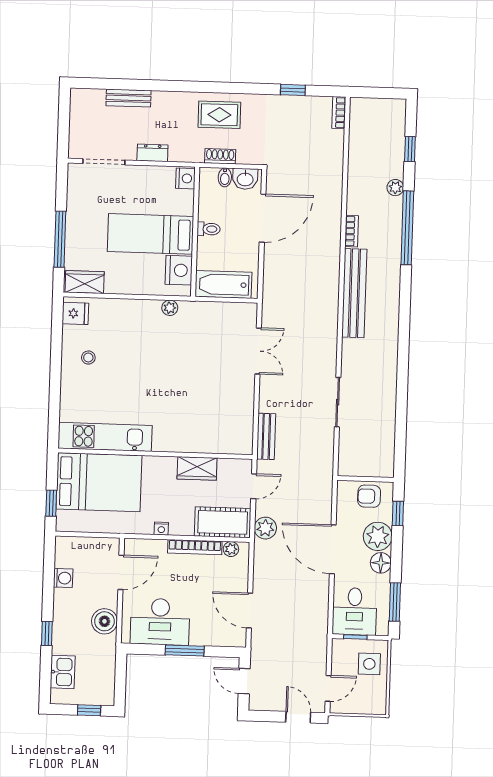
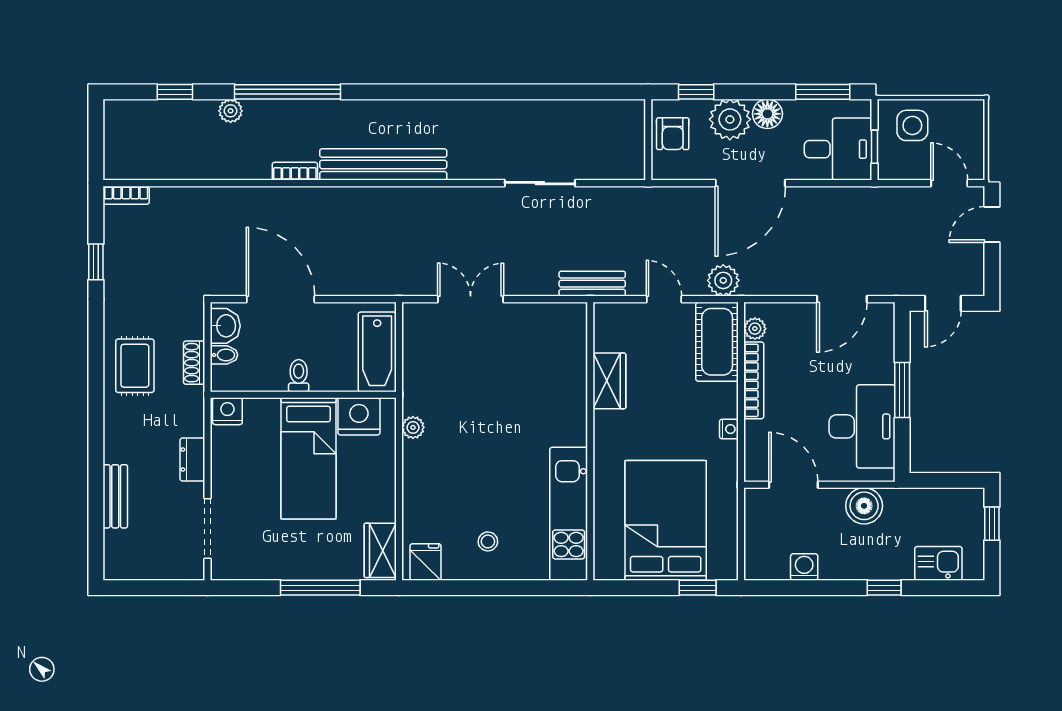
kitchen unit: (105, 437) -> (569, 514), moved
wall: (155, 454) -> (590, 441), moved
wardrobe: (197, 468) -> (609, 381), moved

